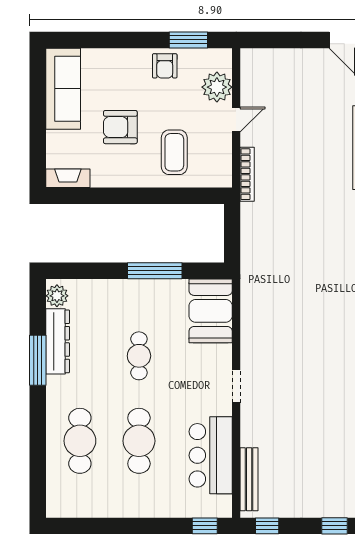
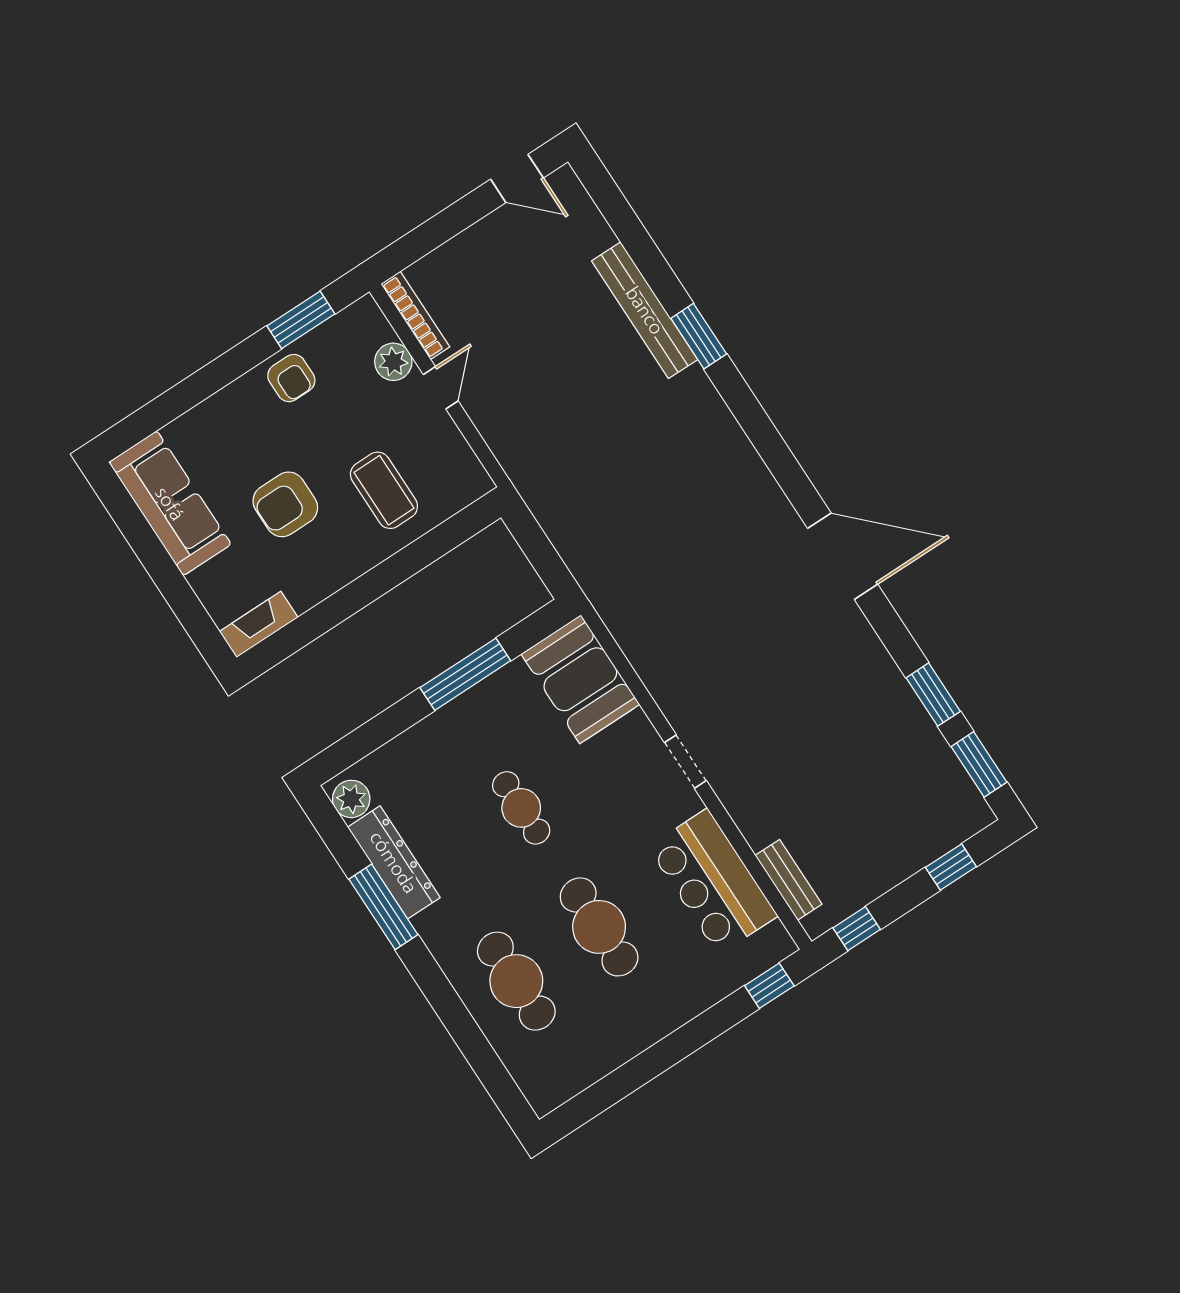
plant: (217, 87) -> (393, 362), width x0.73, depth x0.73
bookcase: (247, 174) -> (415, 315), moved
bench: (249, 479) -> (789, 880), width x0.73

